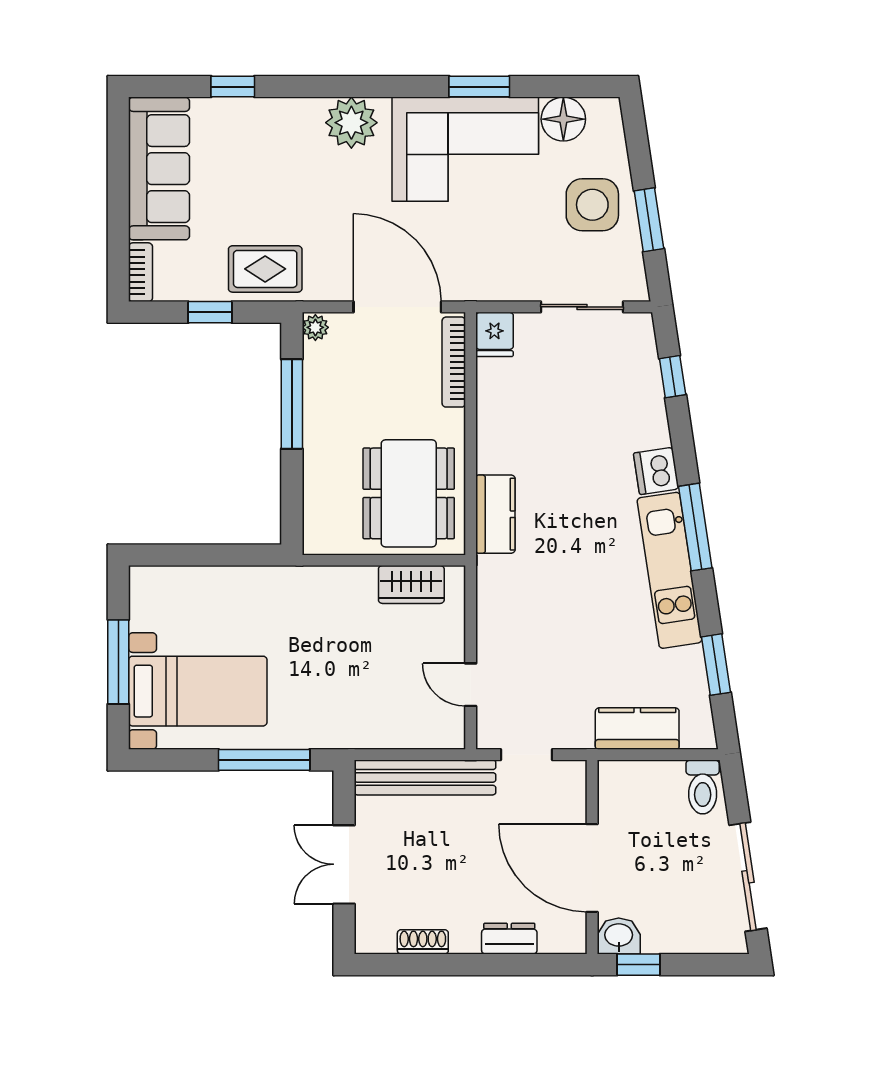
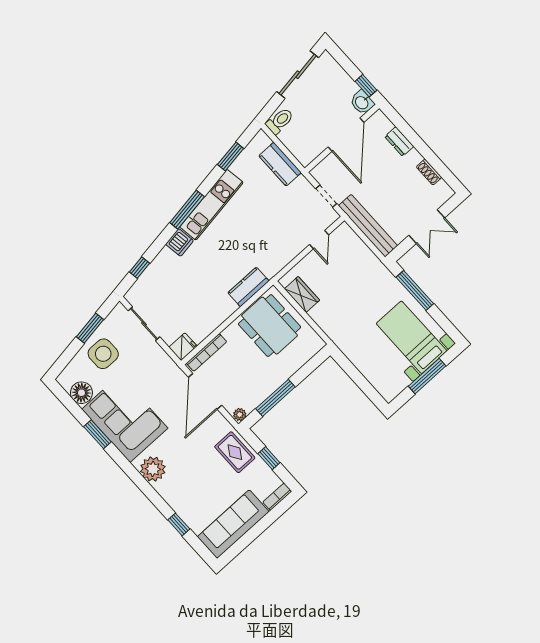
dining table: (409, 493) -> (270, 326), turned 90

